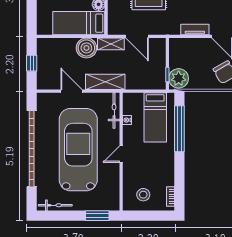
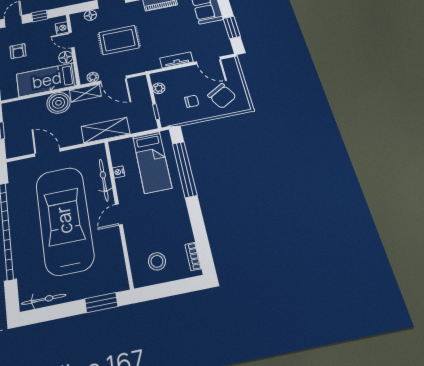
plant: (120, 30) -> (93, 77), added
chair: (199, 72) -> (192, 101), added
plant: (179, 78) -> (159, 88), moved, width x0.53, depth x0.53
shelving: (105, 82) -> (105, 130), moved
bicycle: (114, 111) -> (104, 180), moved

